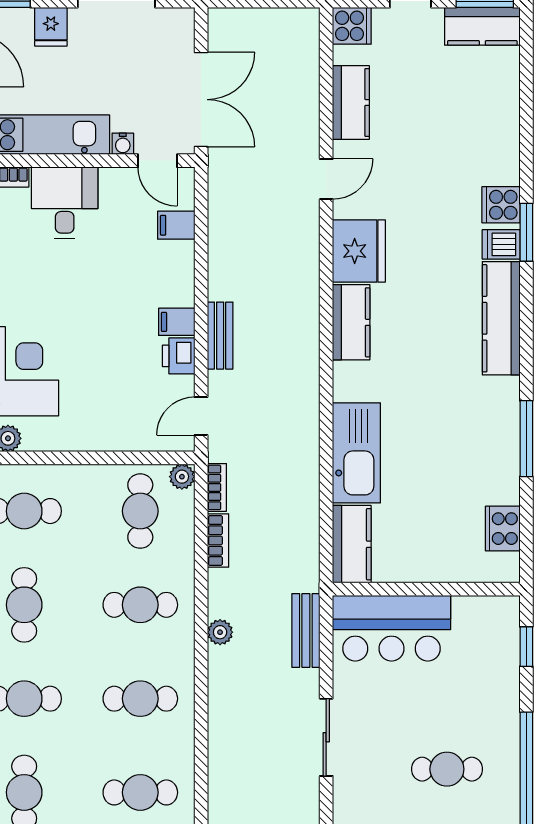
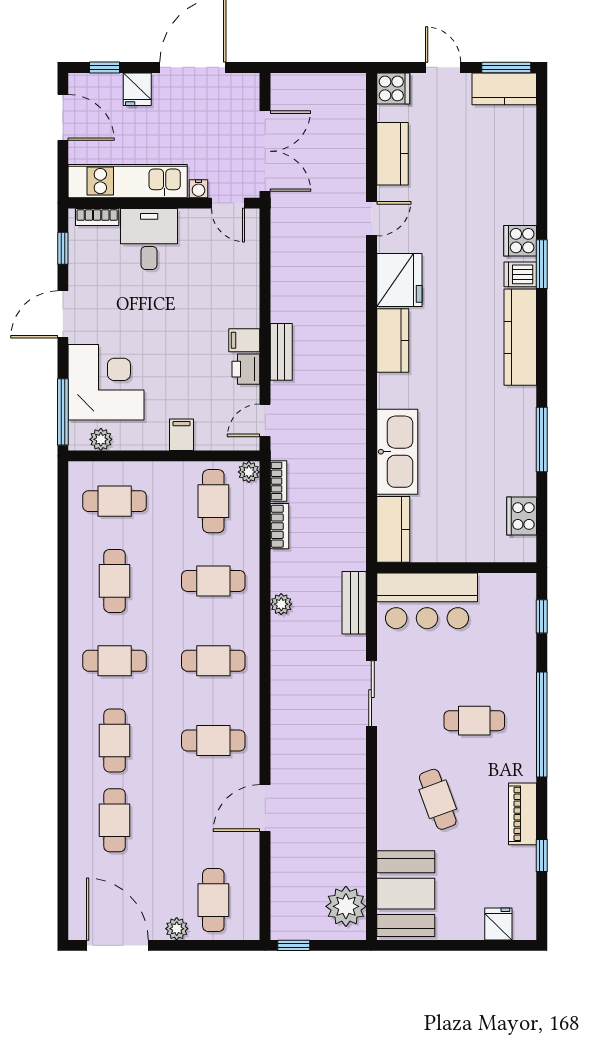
filing cabinet: (176, 225) -> (181, 435), moved, turned 90

